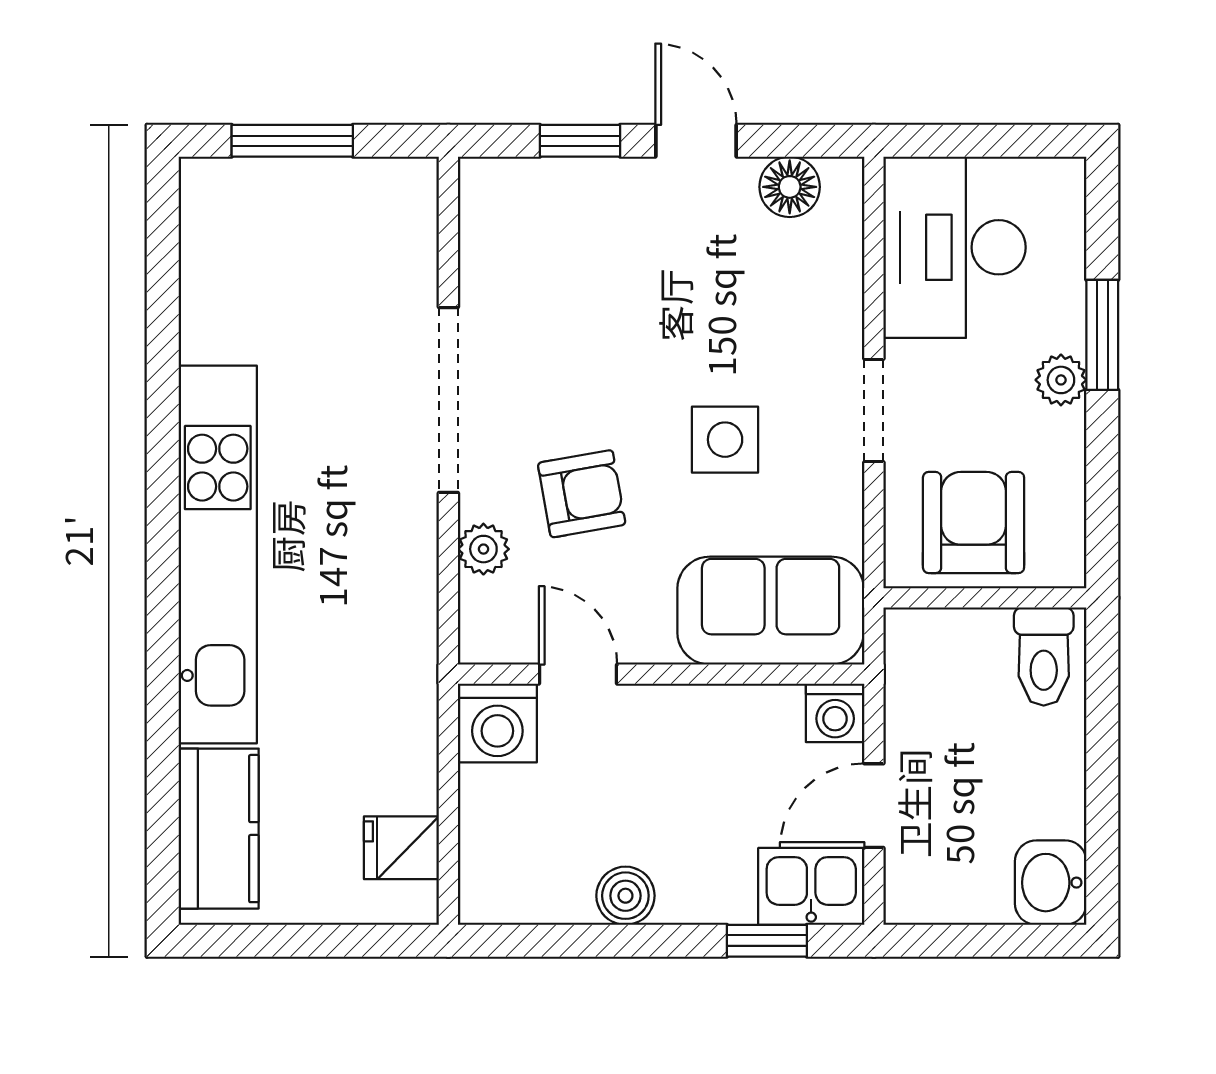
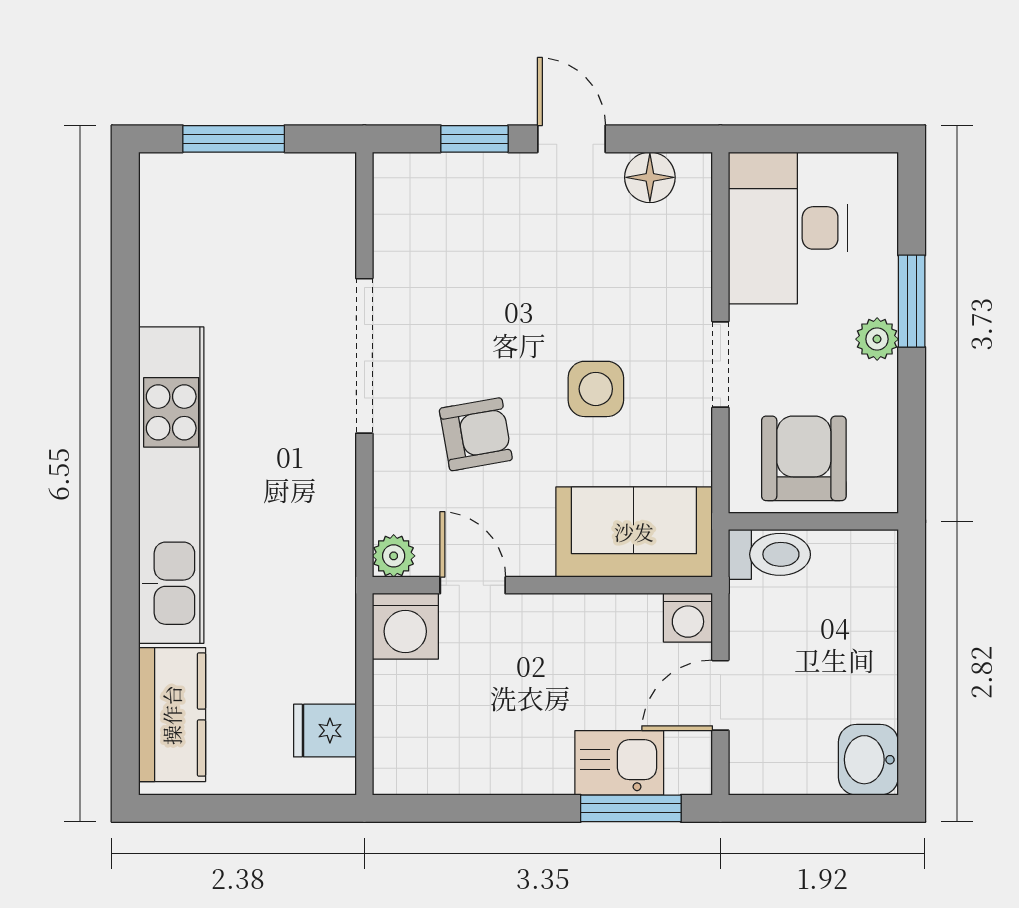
plant: (483, 549) -> (394, 556), moved
toilet: (1044, 656) -> (769, 554), moved, turned -90
kitchen sink: (811, 886) -> (619, 763), moved
boiler: (625, 896) -> (512, 771), removed
window: (767, 941) -> (631, 808), width x1.50

